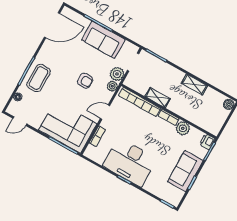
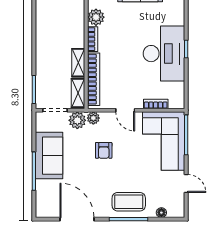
door: (52, 25) -> (77, 219), moved
armchair: (85, 81) -> (104, 150), turned 180
shelving: (194, 85) -> (78, 93), moved
door: (20, 121) -> (186, 183), moved

